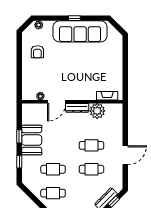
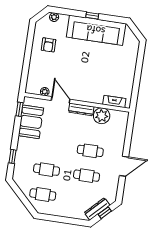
door: (57, 102) -> (61, 100), swing flipped
window: (19, 136) -> (20, 109), moved
booth: (32, 140) -> (31, 122), moved

